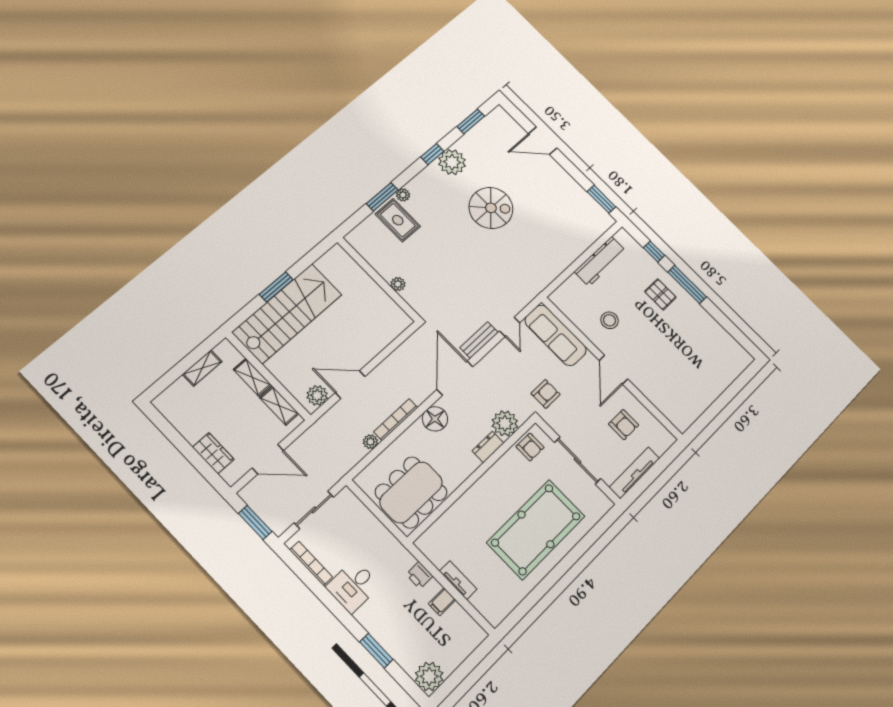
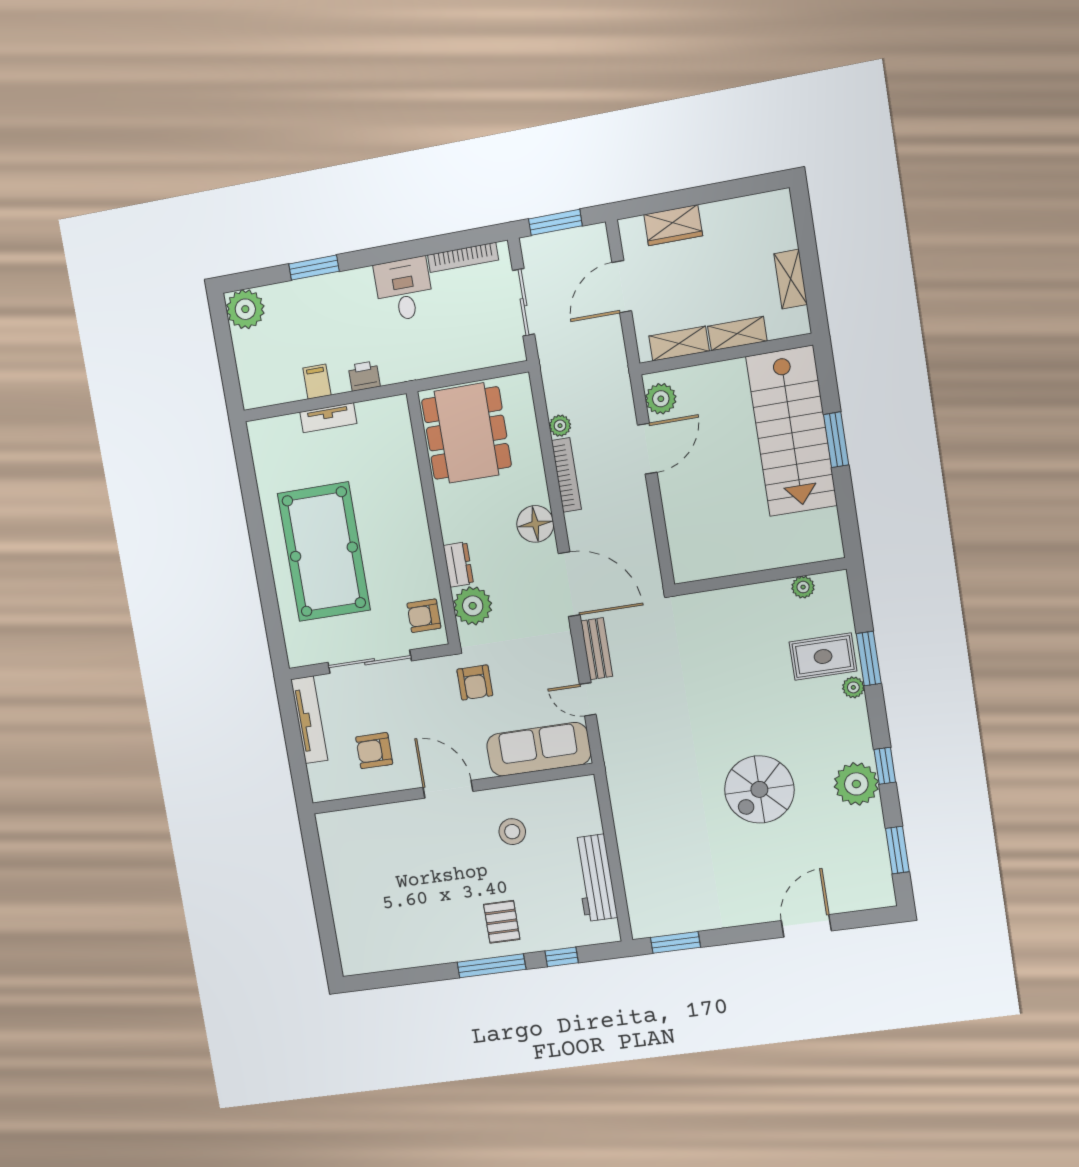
plant: (398, 284) -> (803, 587), moved
pallet: (660, 294) -> (502, 922), turned 90

